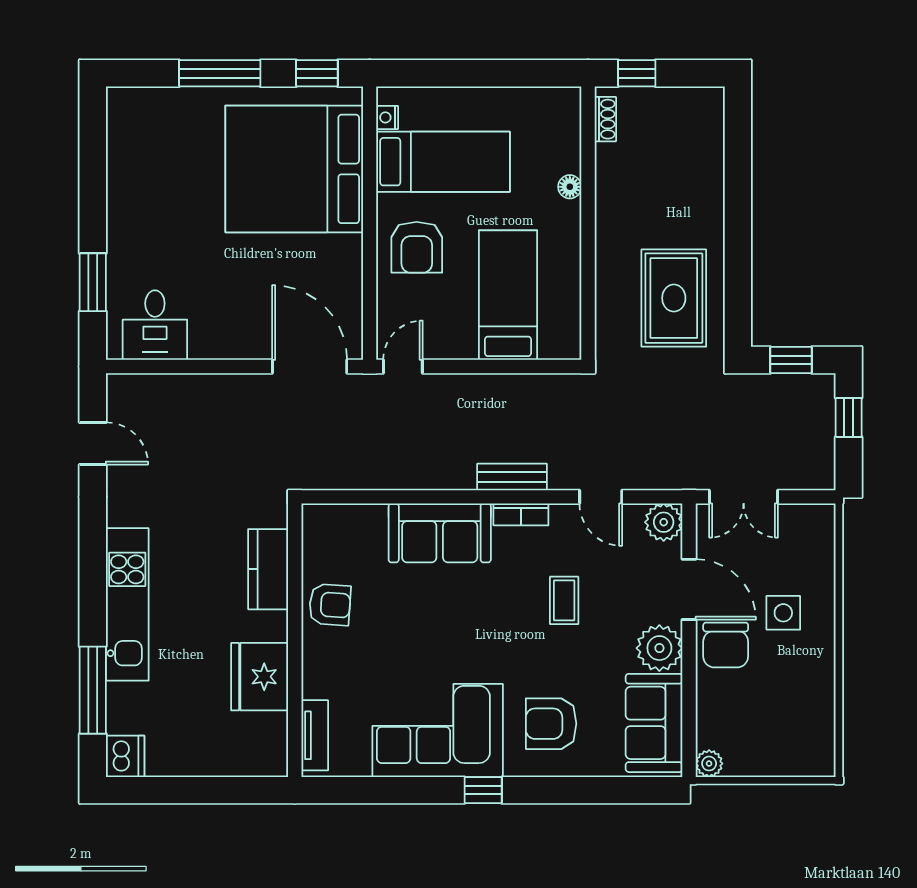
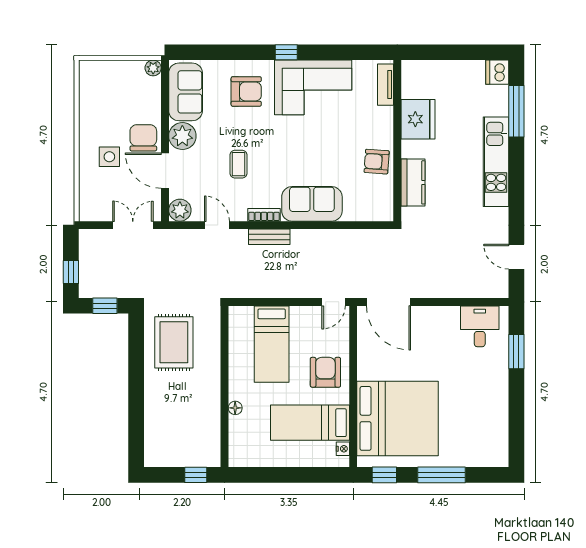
shoe rack: (605, 119) -> (214, 448), removed

